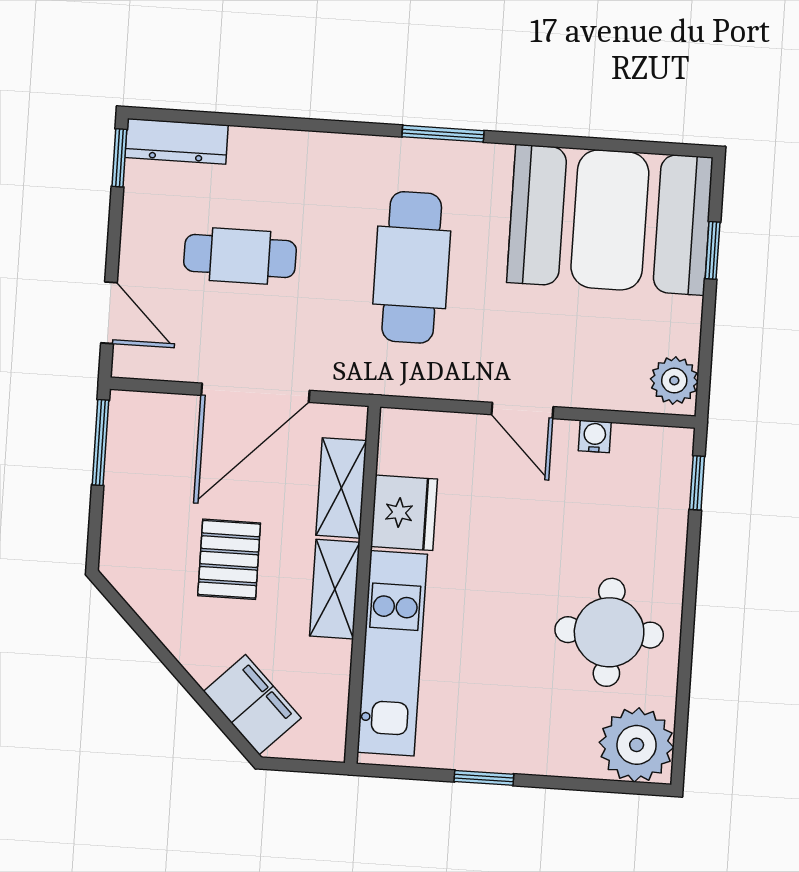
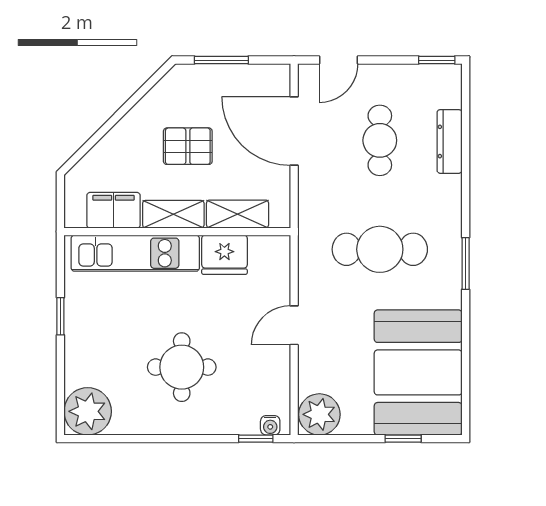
dresser: (177, 141) -> (450, 141), moved
plant: (674, 381) -> (319, 414), width x1.36, depth x1.36
door: (255, 393) -> (294, 131), moved
water cooler: (595, 436) -> (270, 425), moved, turned 90
window: (100, 443) -> (221, 60), moved
round table: (609, 632) -> (182, 367), moved
filing cabinet: (252, 705) -> (114, 210), moved, turned -135

